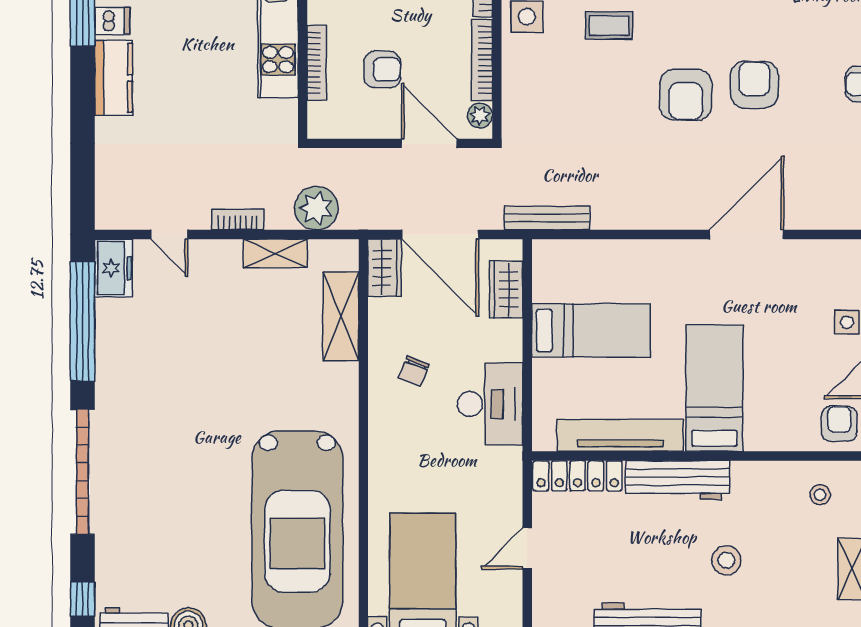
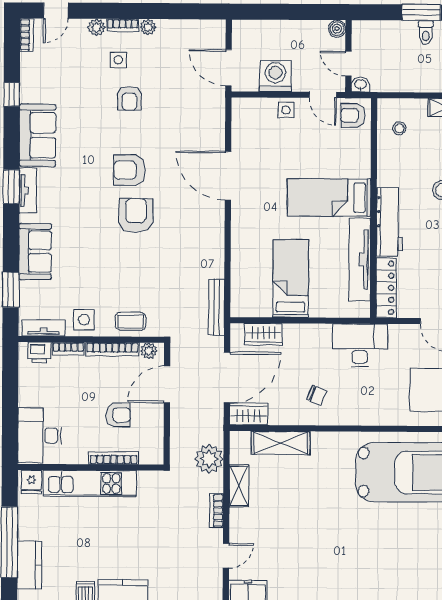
coffee table: (609, 25) -> (130, 321), moved, turned 90
armchair: (382, 69) -> (118, 415), turned 89
armchair: (686, 95) -> (136, 215), turned -90
desk: (490, 404) -> (360, 345), moved

